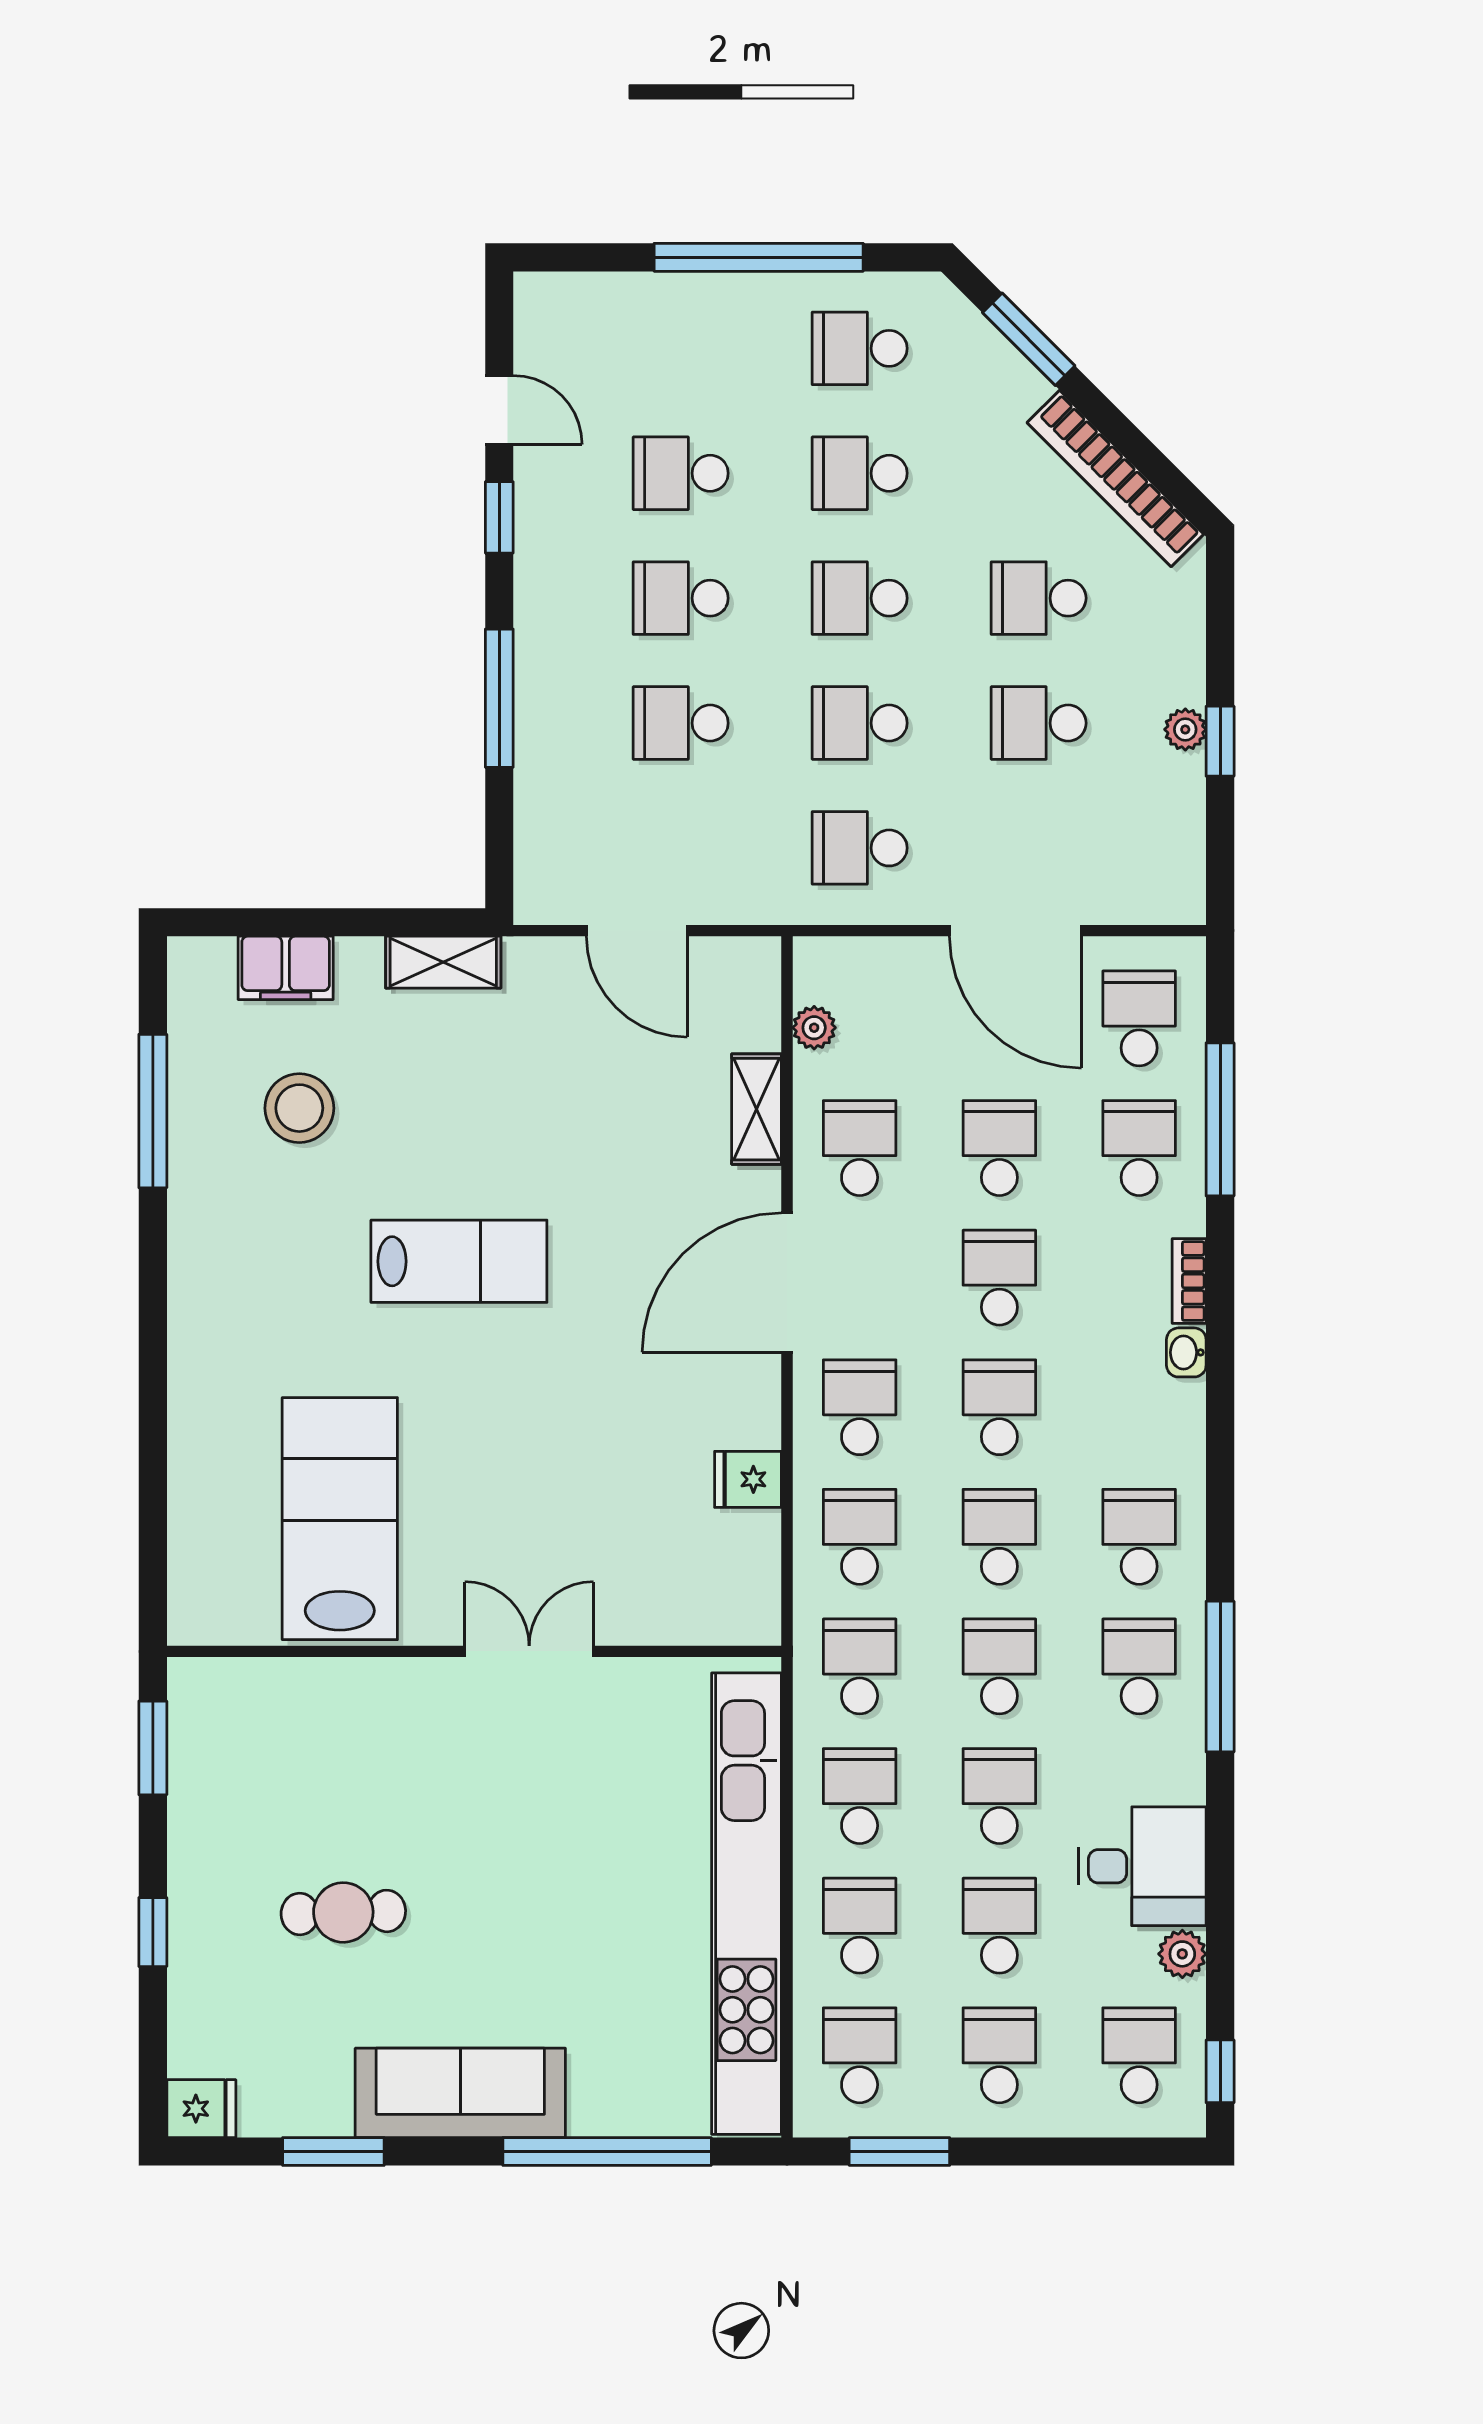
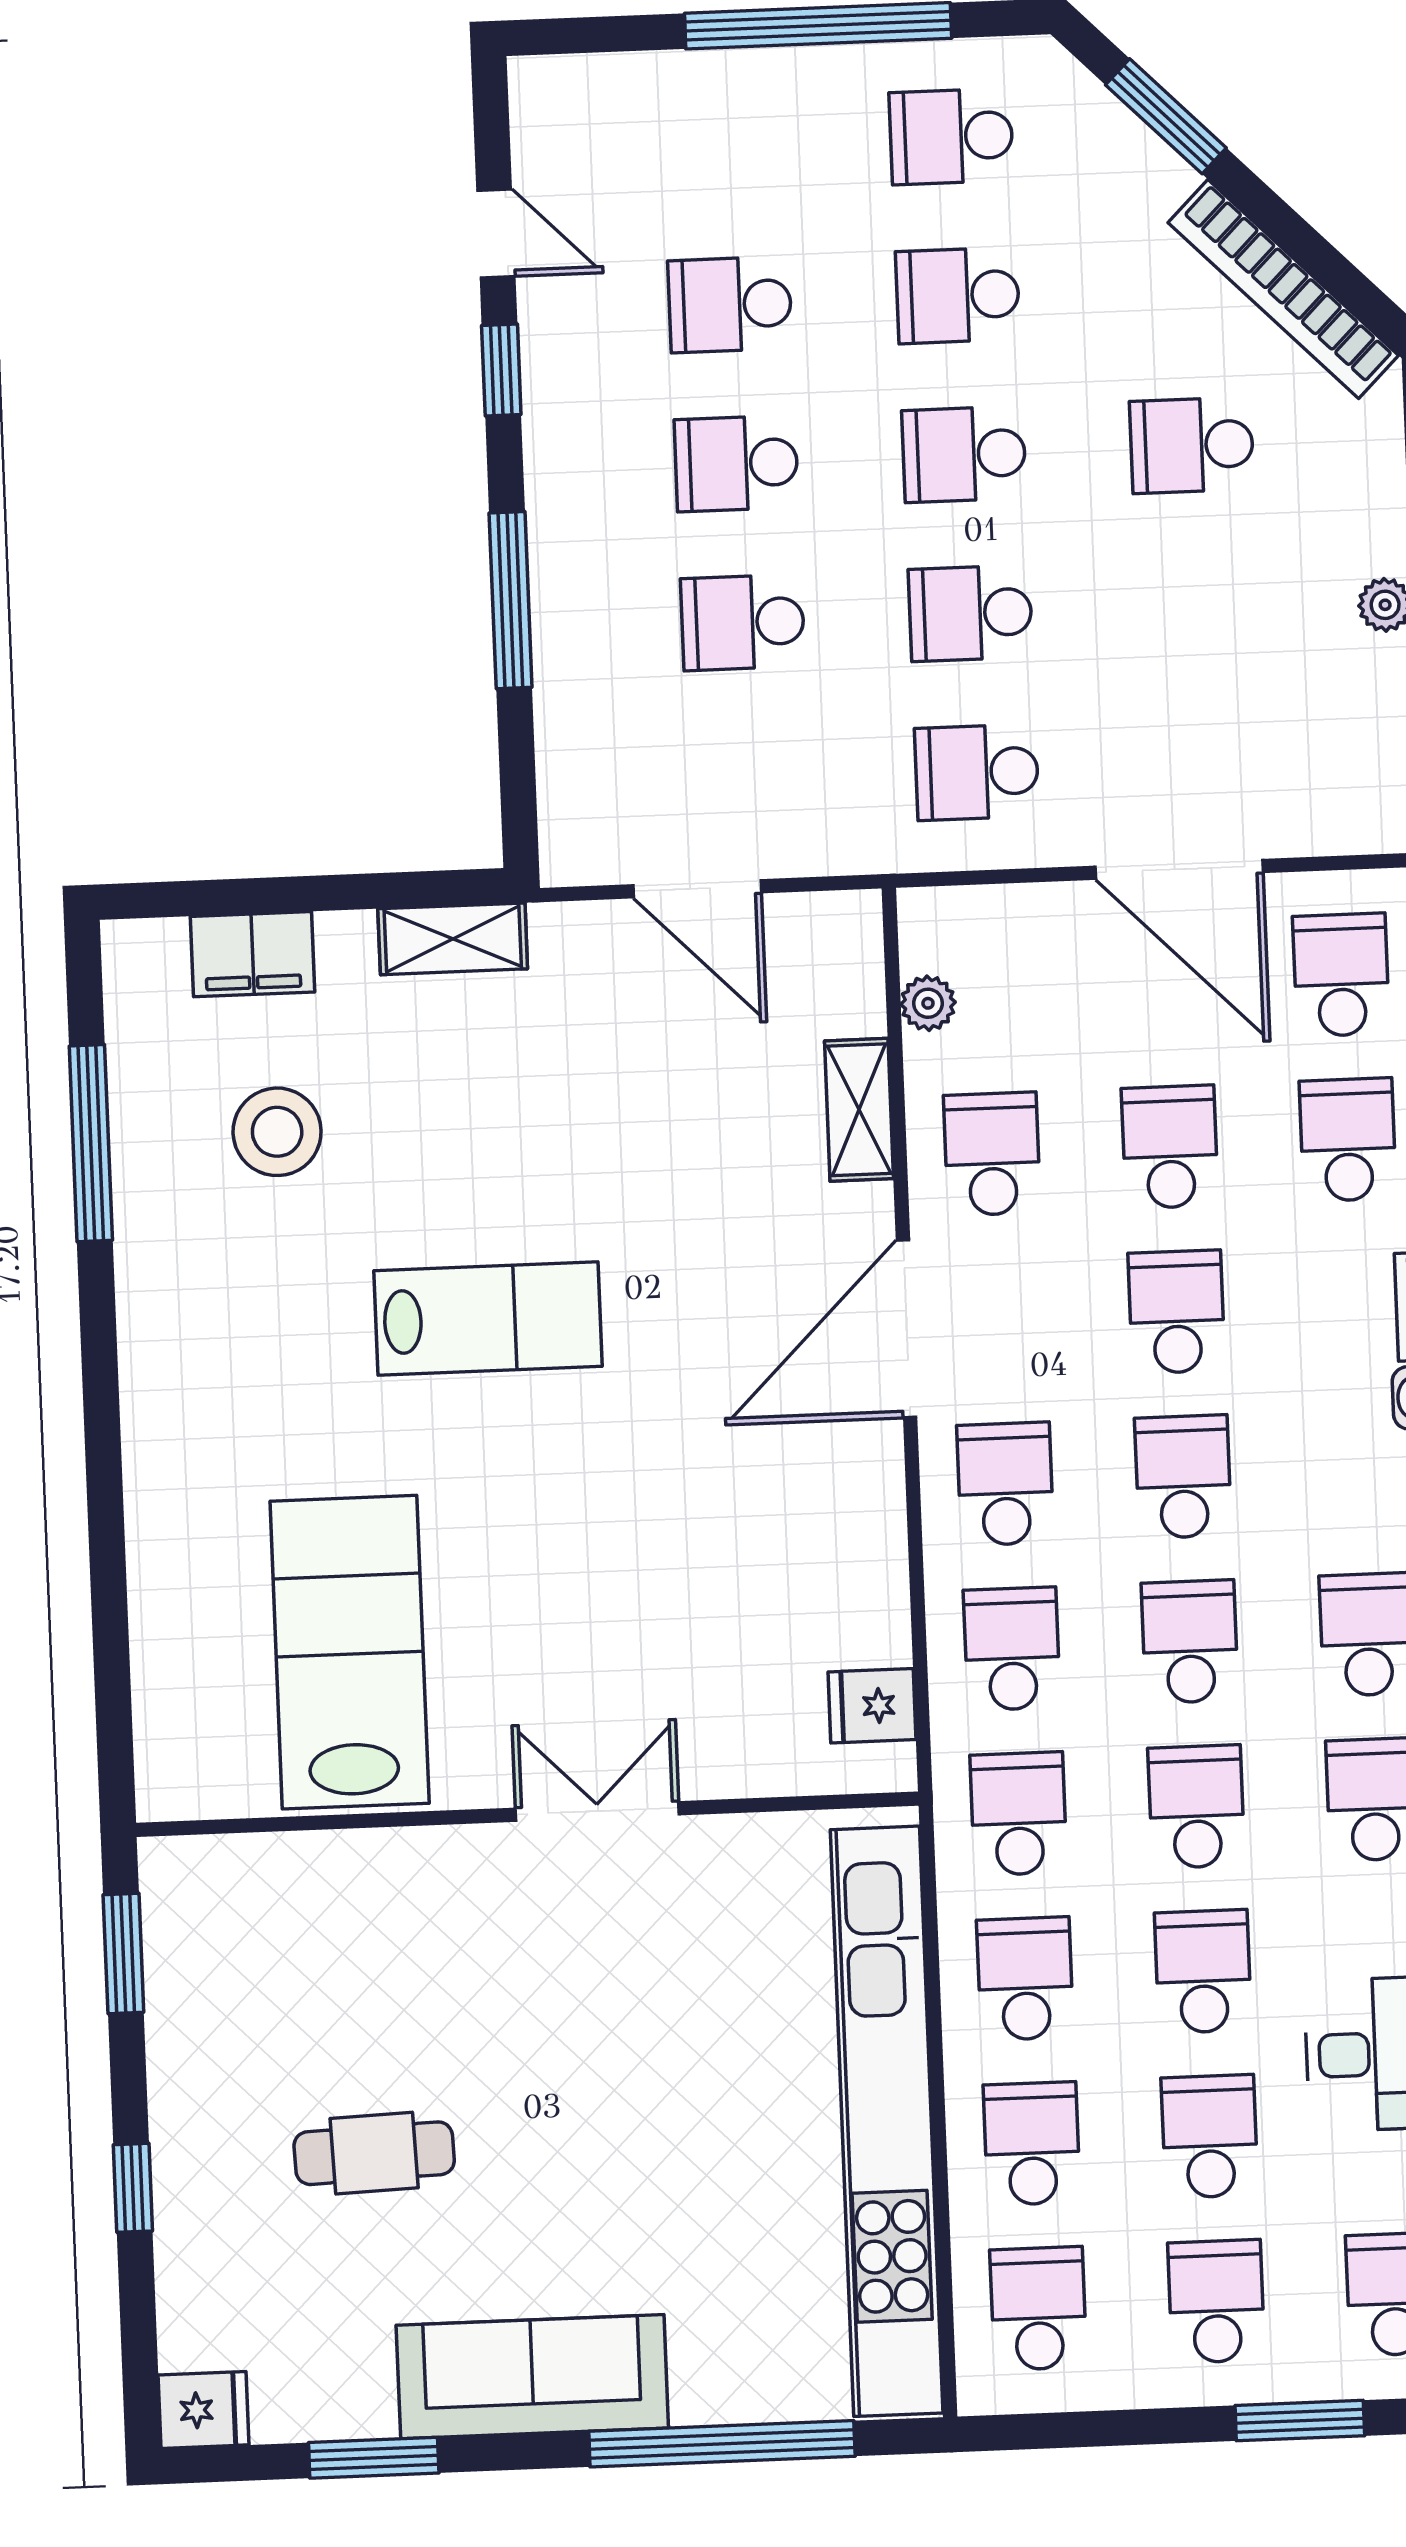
school desk: (1039, 723) -> (1198, 604), removed
fridge: (748, 1479) -> (872, 1706), moved
window: (899, 2151) -> (1300, 2421), moved

